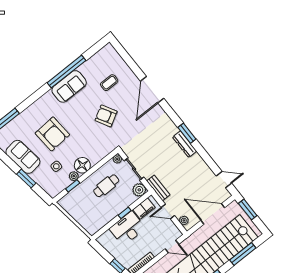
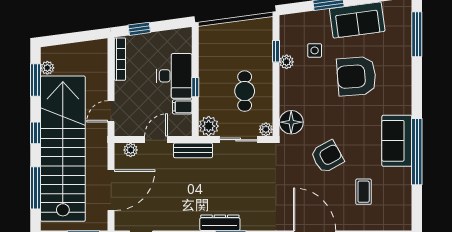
floor lamp: (82, 165) -> (291, 122), moved
filing cabinet: (144, 209) -> (182, 107), width x0.50

